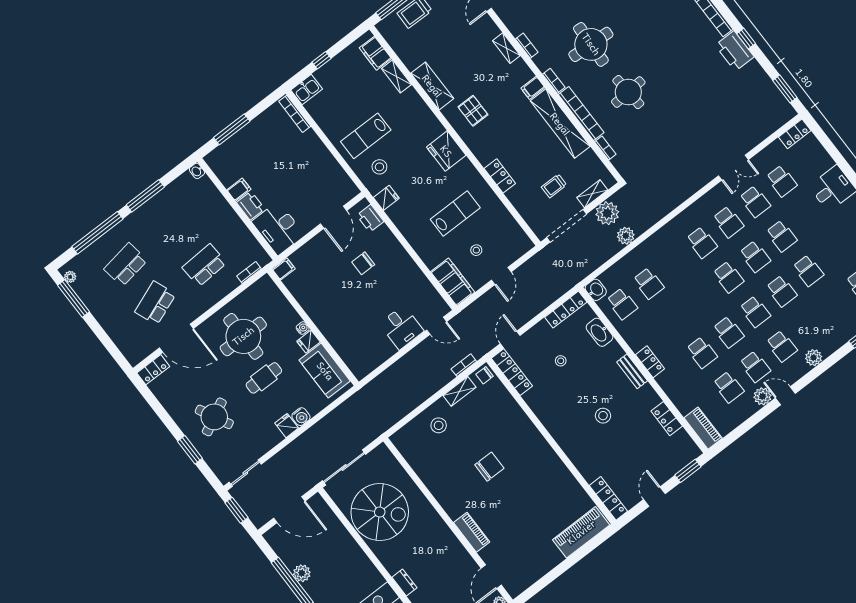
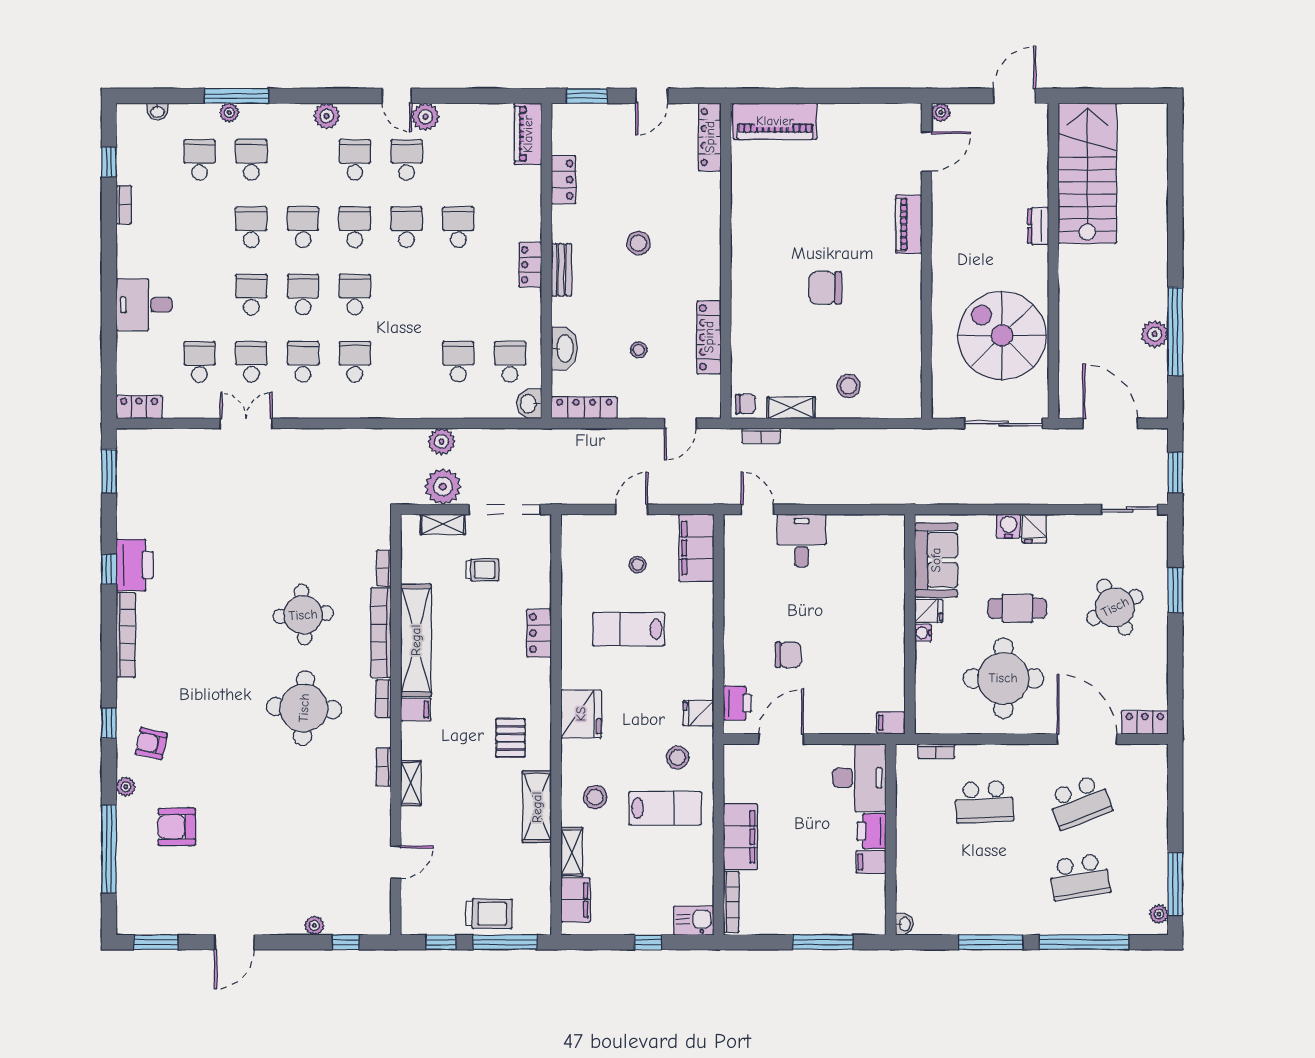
stool: (406, 114) -> (595, 797), added
filing cabinet: (316, 151) -> (740, 837), added
locker: (512, 372) -> (709, 337), moved
school desk: (729, 387) -> (251, 160), moved

